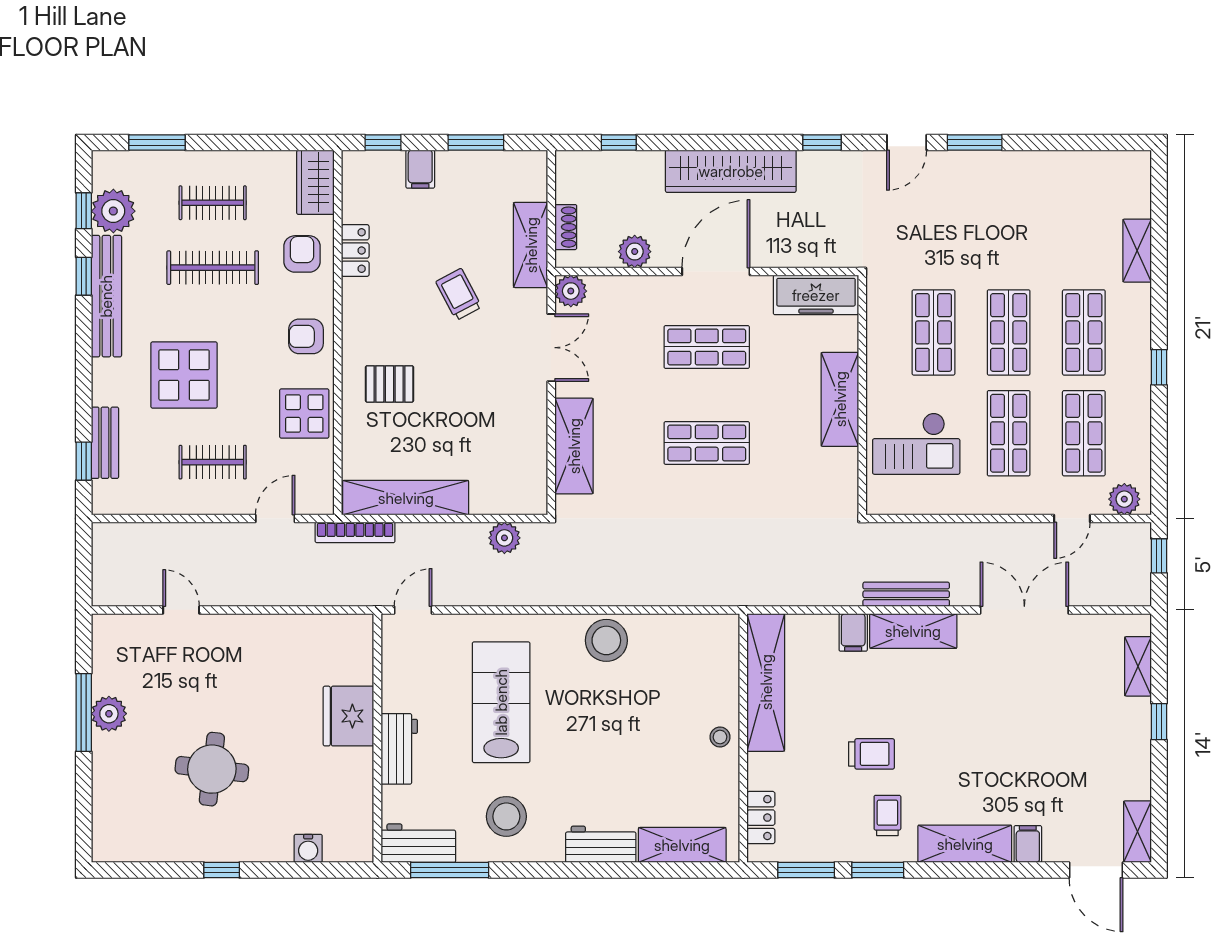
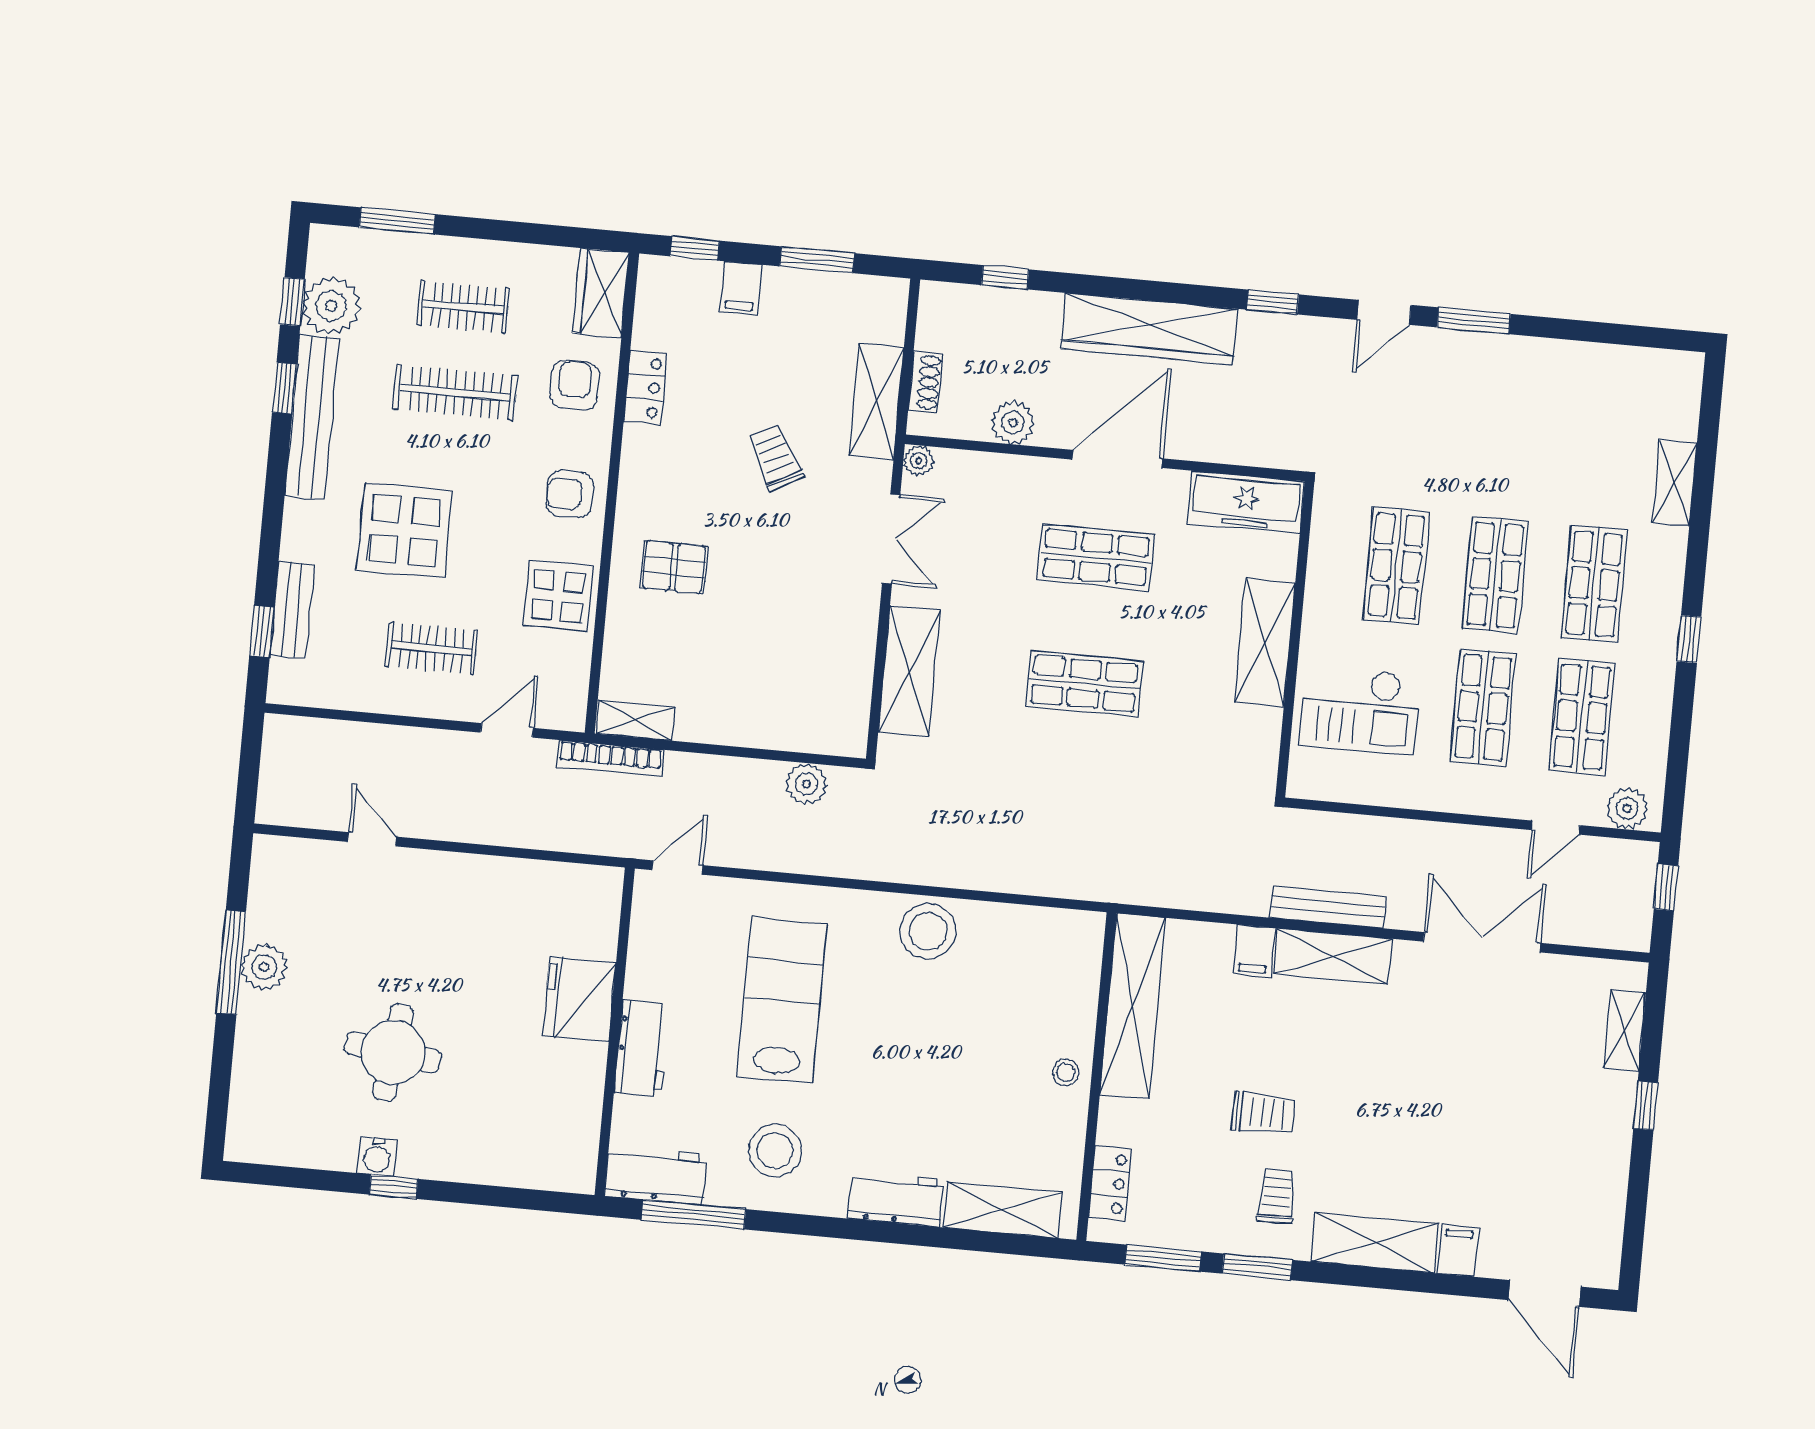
plant: (571, 291) -> (919, 461), width x0.73, depth x0.73
shelving: (406, 498) -> (635, 720), width x0.45, depth x0.75
shelving: (1137, 832) -> (1604, 1248), removed
water cooler: (308, 848) -> (377, 1156), moved

